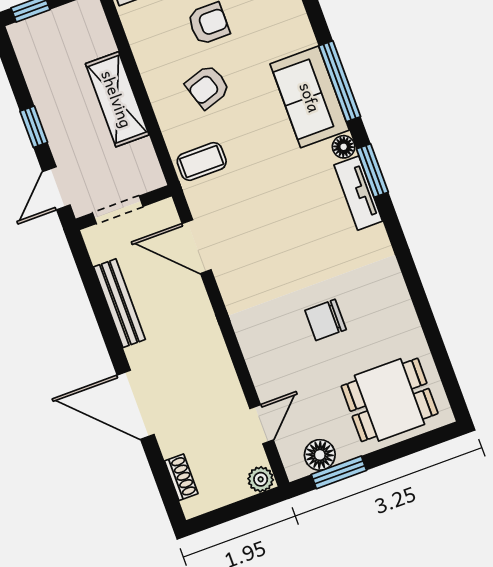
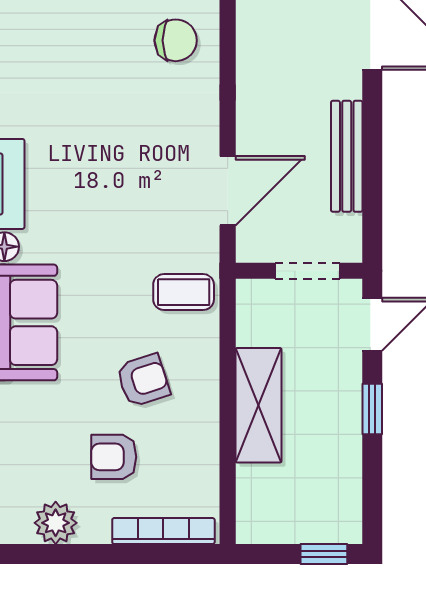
door: (197, 247) -> (228, 191), hinge flipped
chair: (326, 320) -> (176, 40), moved

